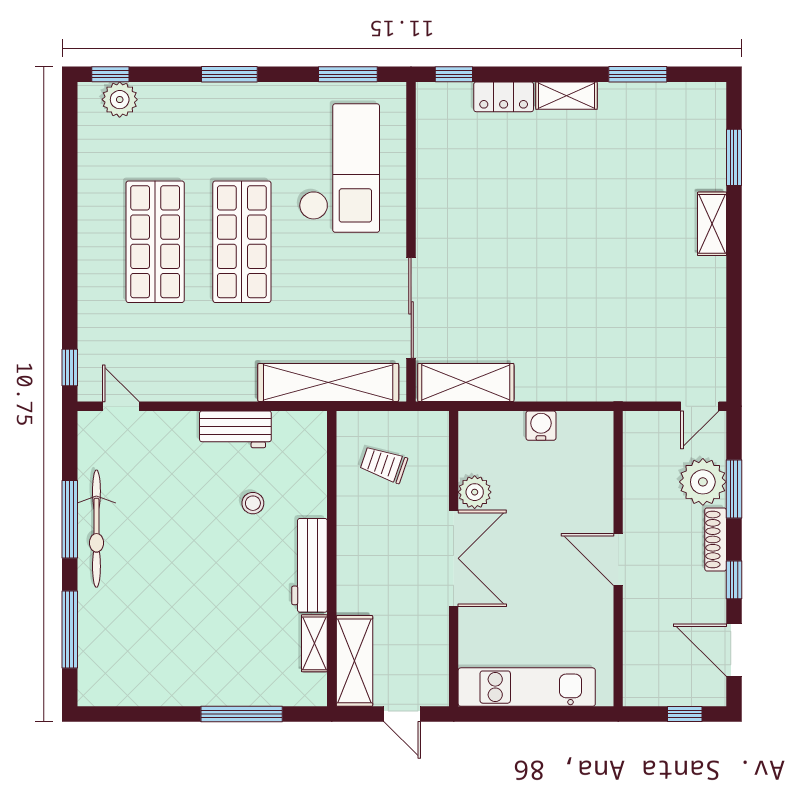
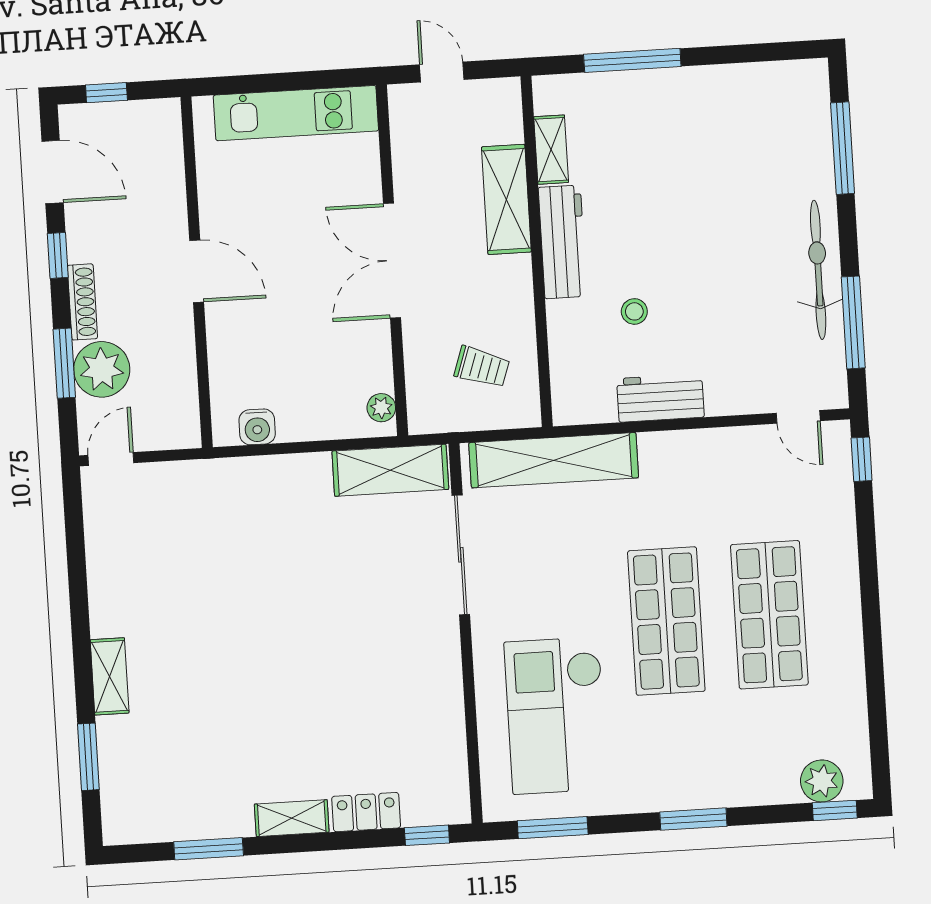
water cooler: (541, 426) -> (257, 427), moved
plant: (475, 492) -> (381, 408), moved, width x0.73, depth x0.73
window: (70, 519) -> (853, 322), moved
shelving: (355, 661) -> (506, 199), moved

